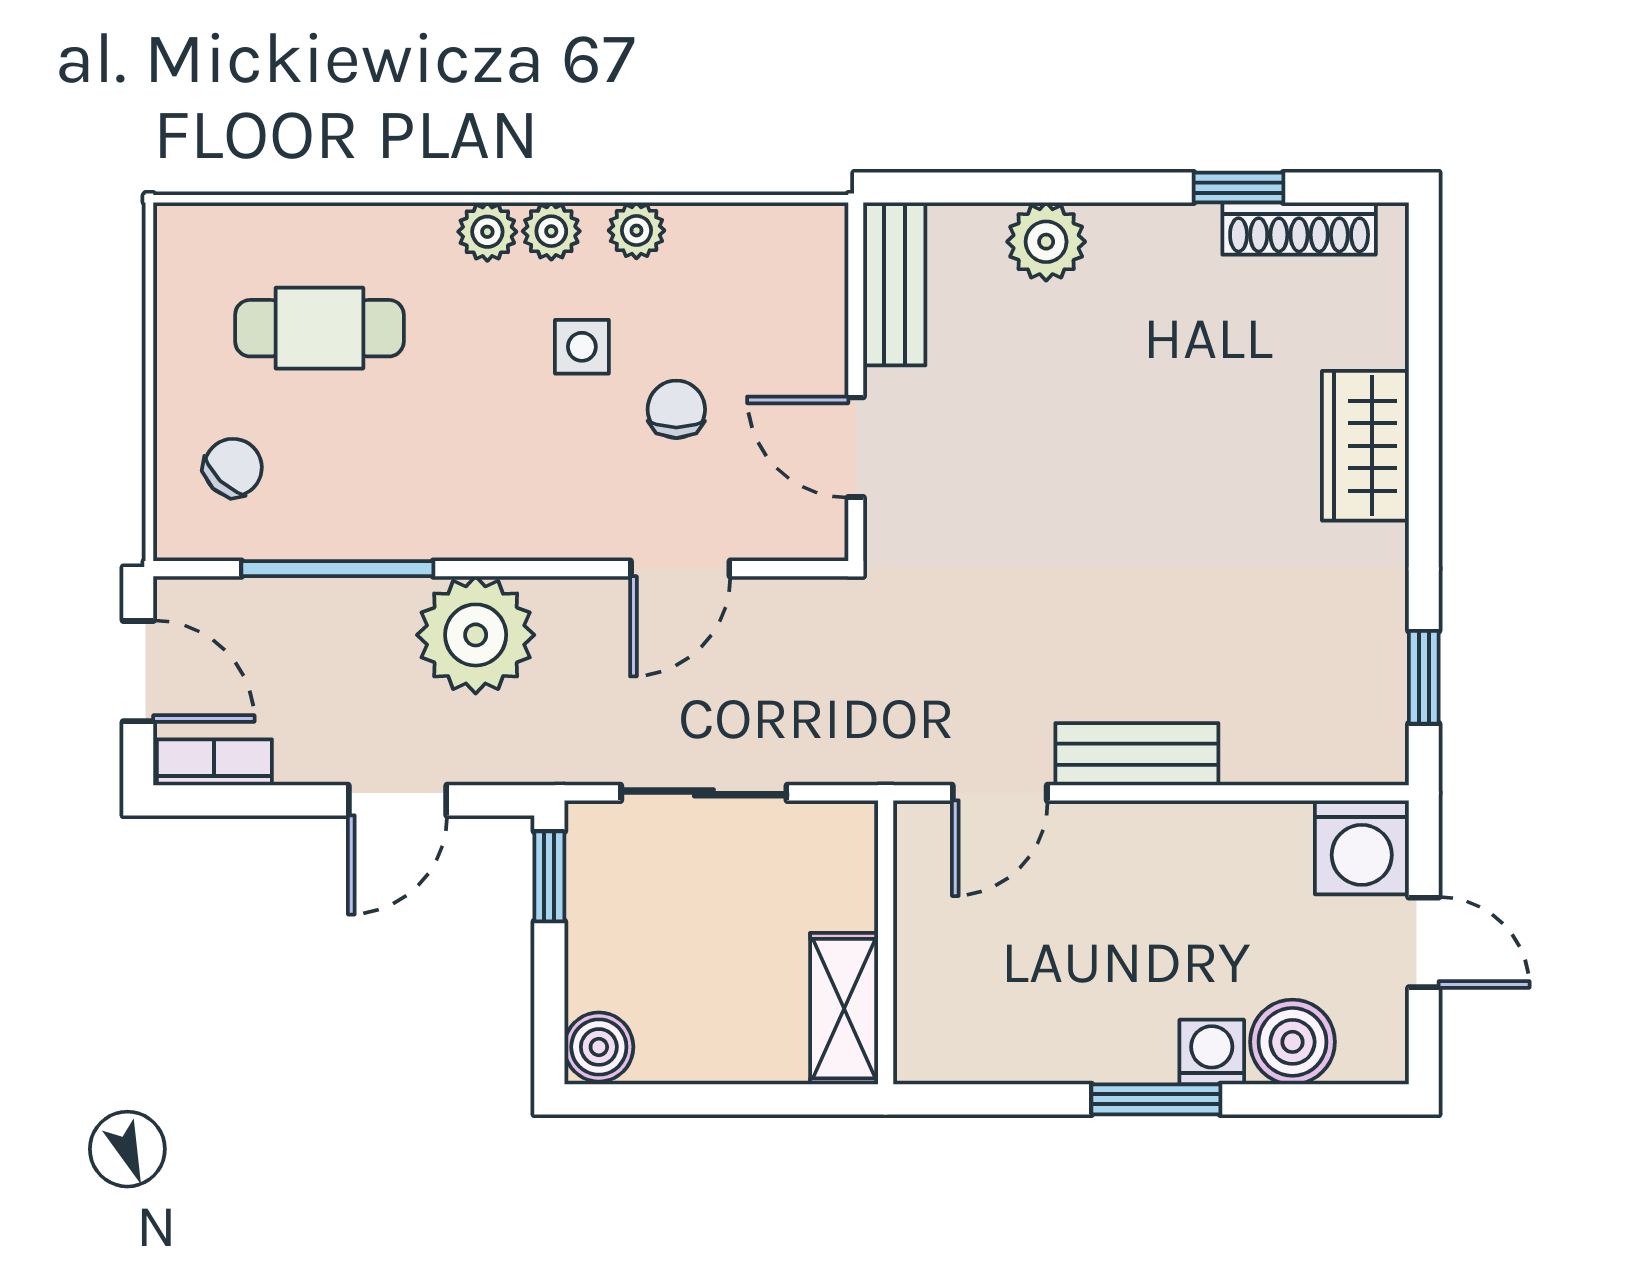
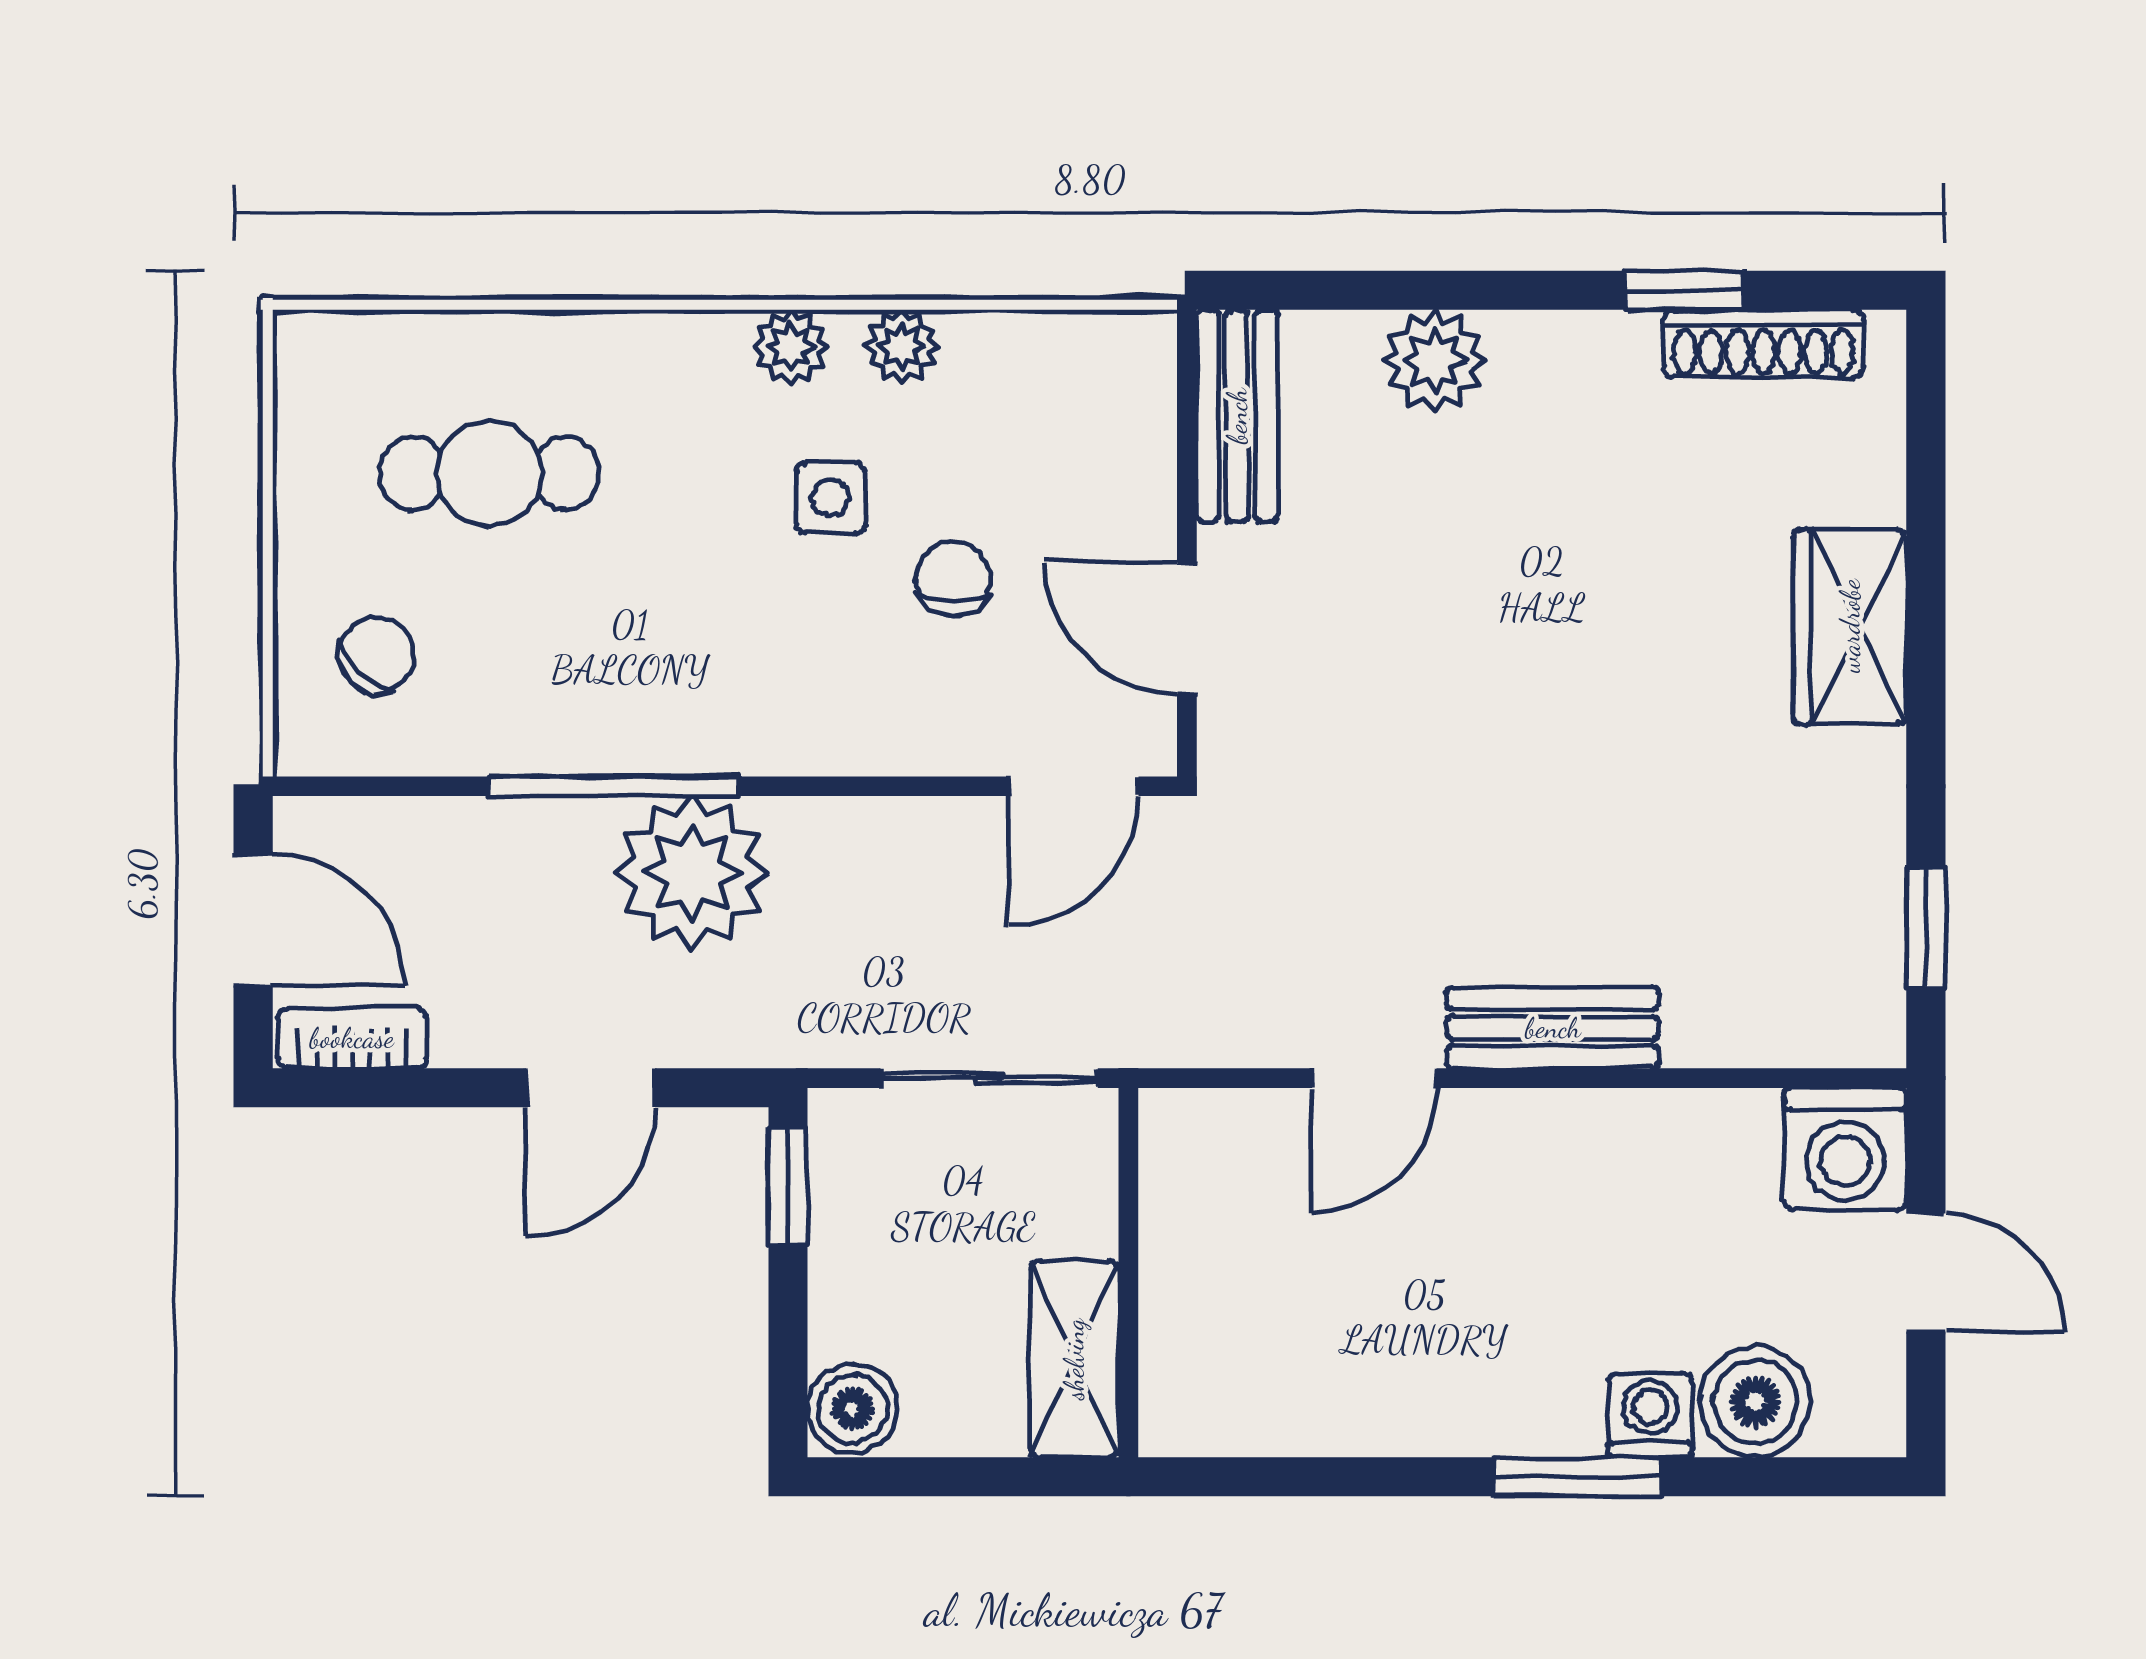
plant: (487, 232) -> (707, 348), removed
window: (337, 569) -> (613, 786), moved
door: (680, 569) -> (1073, 786), moved
wall: (886, 942) -> (1128, 1273), moved
shelving: (844, 1009) -> (1074, 1359), moved

